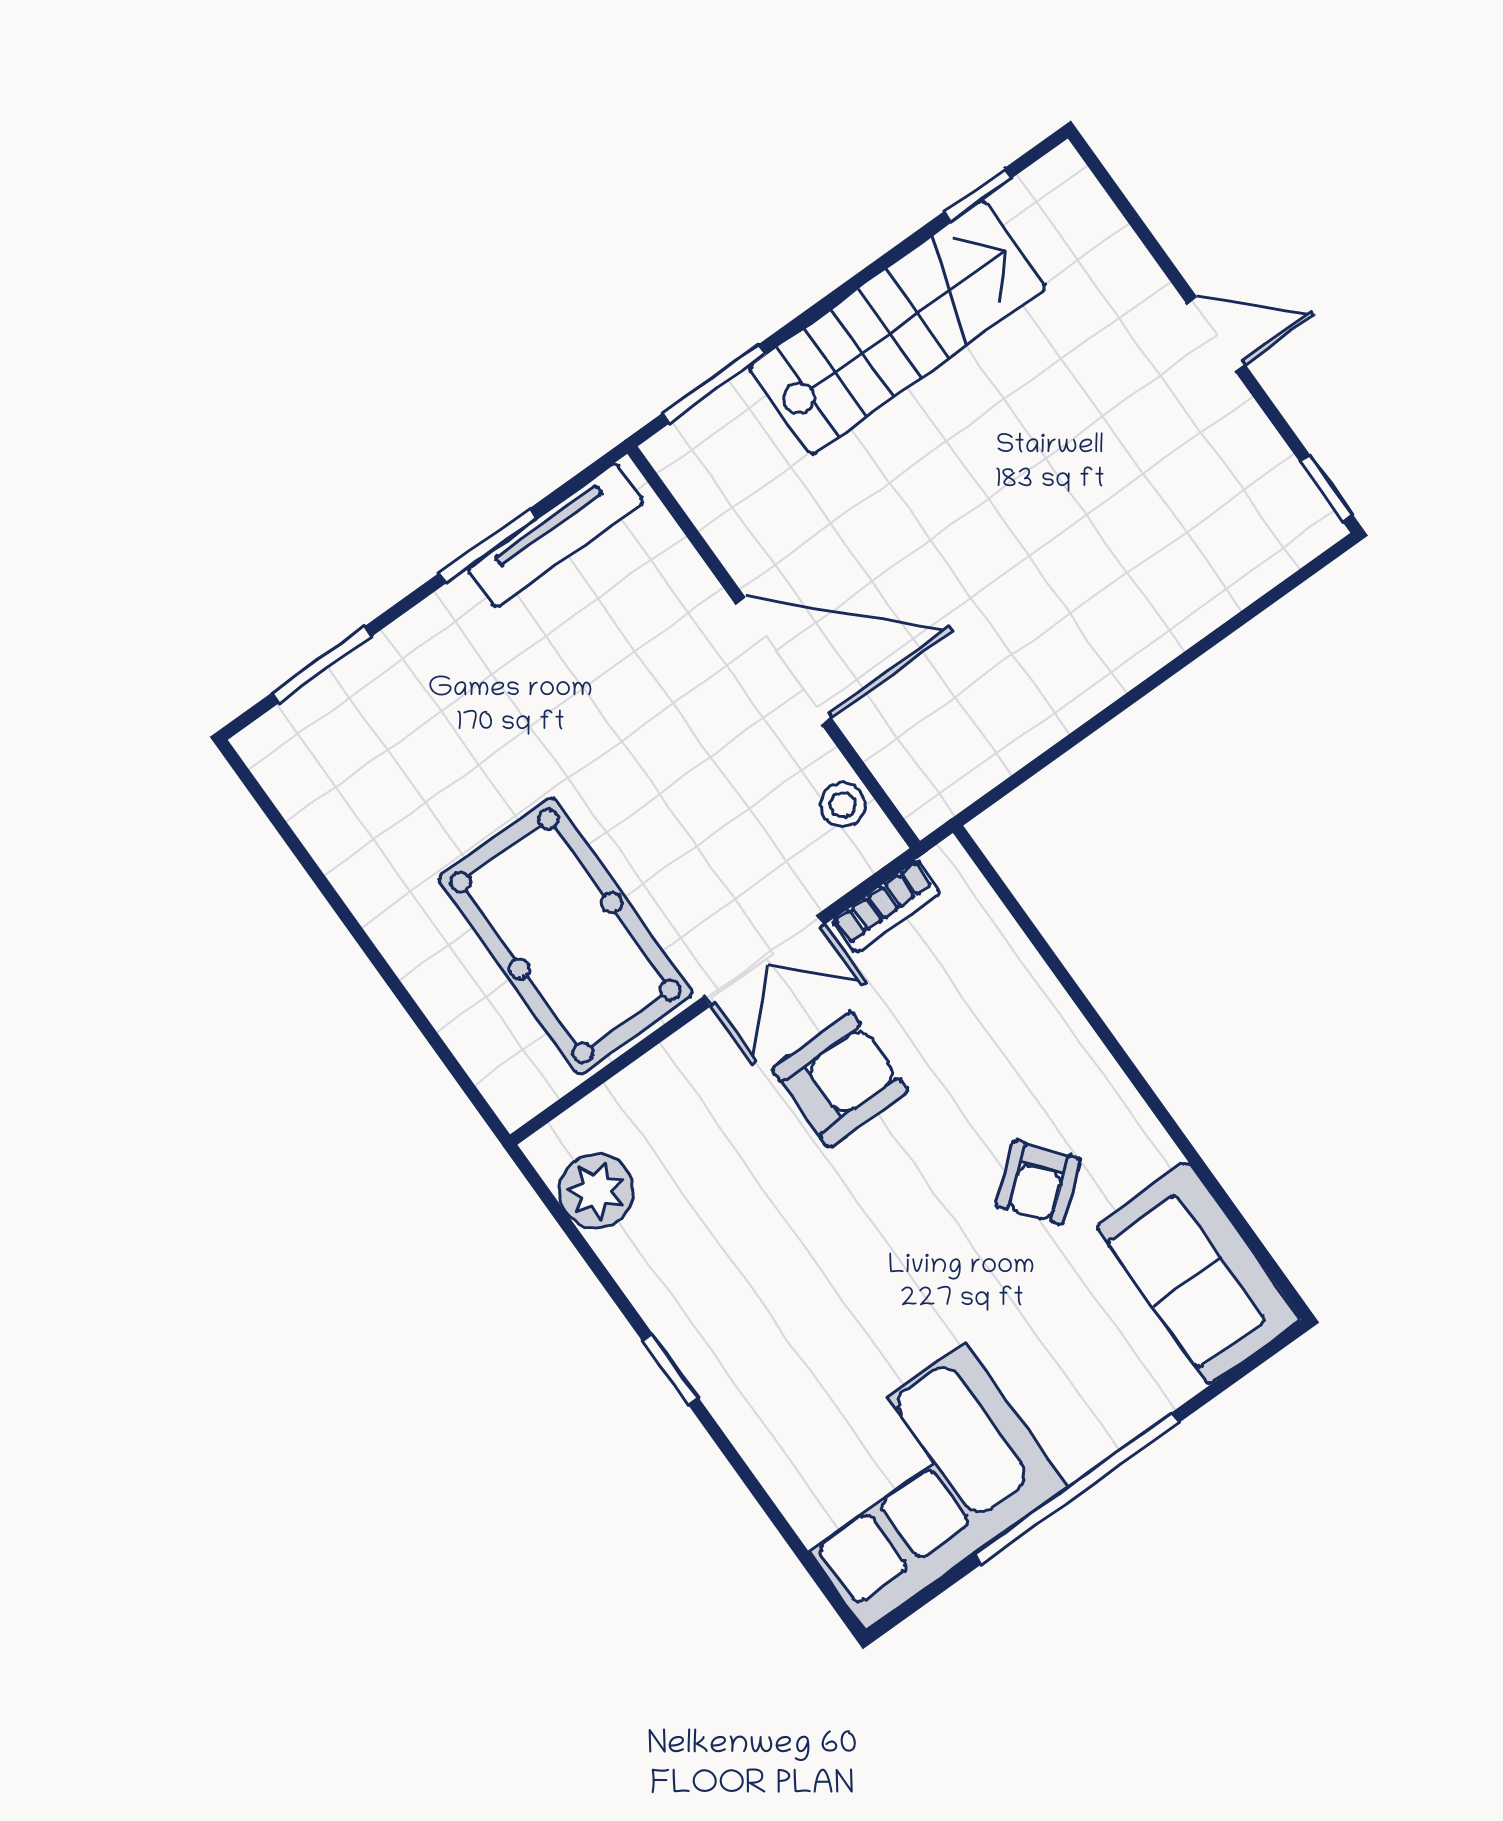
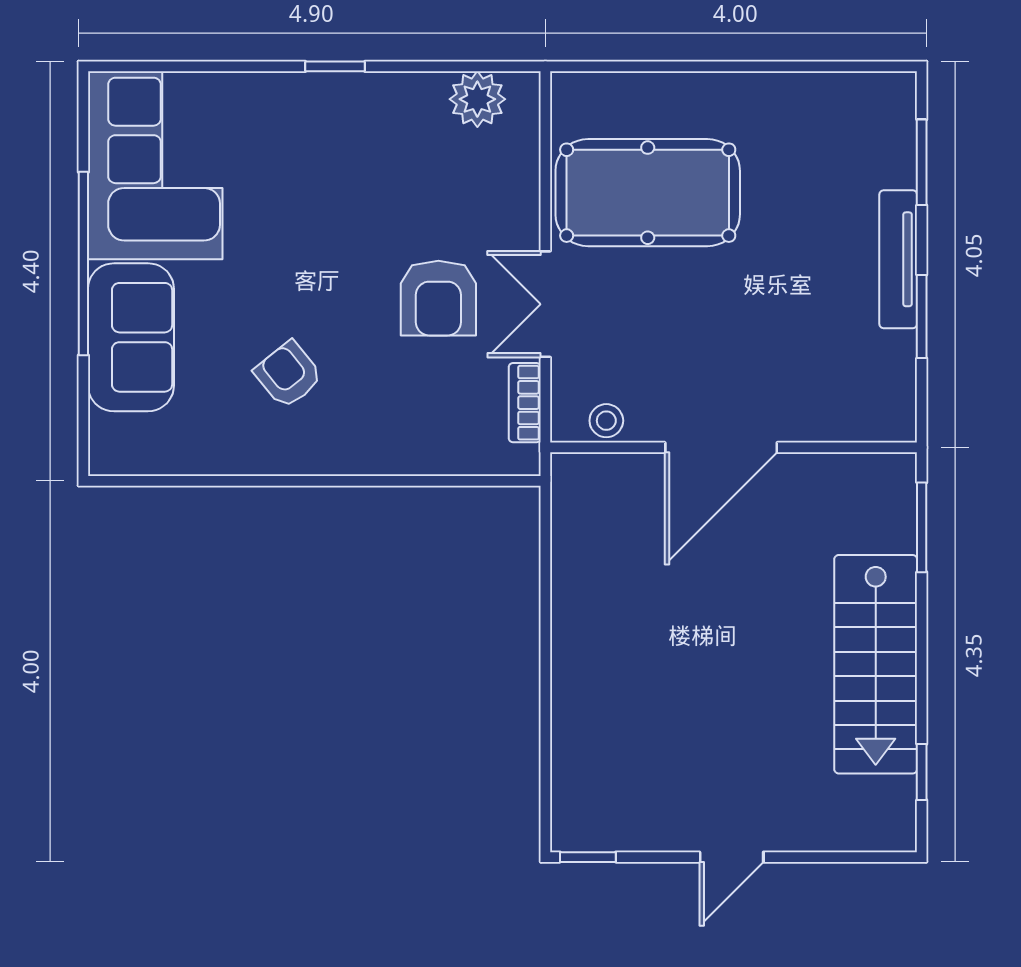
tv unit: (556, 535) -> (898, 259), moved
sofa: (1198, 1273) -> (131, 337), moved, turned 90

